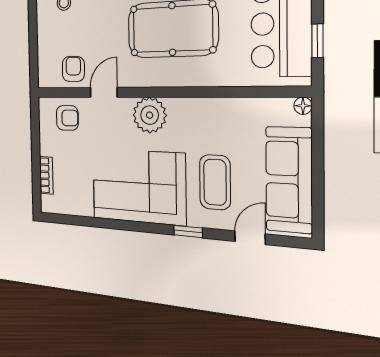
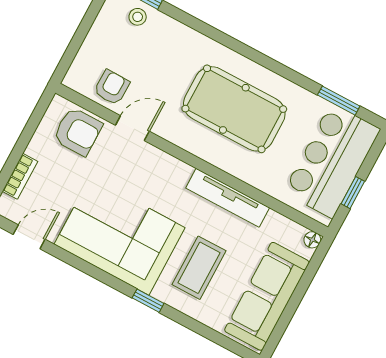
tv unit: (207, 108) -> (228, 198), added
plant: (150, 115) -> (169, 175), removed
armchair: (67, 118) -> (78, 131), width x1.38, depth x1.38
door: (250, 238) -> (29, 237), moved

